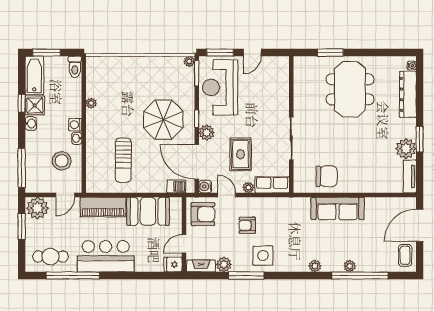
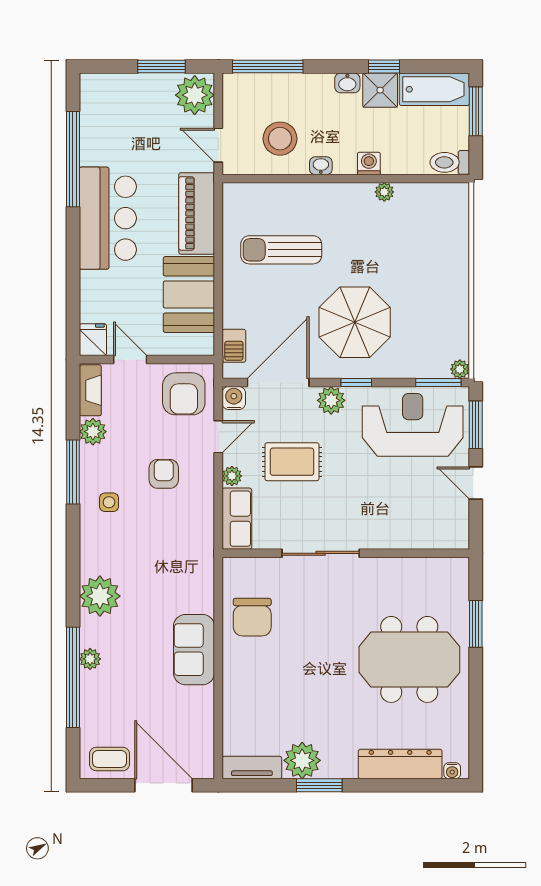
washing machine: (75, 125) -> (369, 163), moved
sofa: (337, 208) -> (194, 650), width x0.73
side table: (263, 256) -> (109, 502), width x0.54, depth x0.54
cafe table: (51, 257) -> (107, 119), removed
plant: (315, 266) -> (100, 596), width x1.88, depth x1.88

